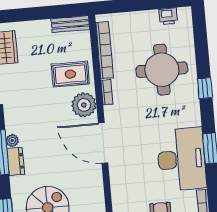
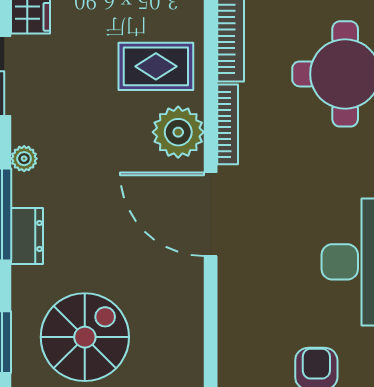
bookcase: (107, 92) -> (228, 124), width x1.56
plant: (12, 140) -> (24, 159), moved

